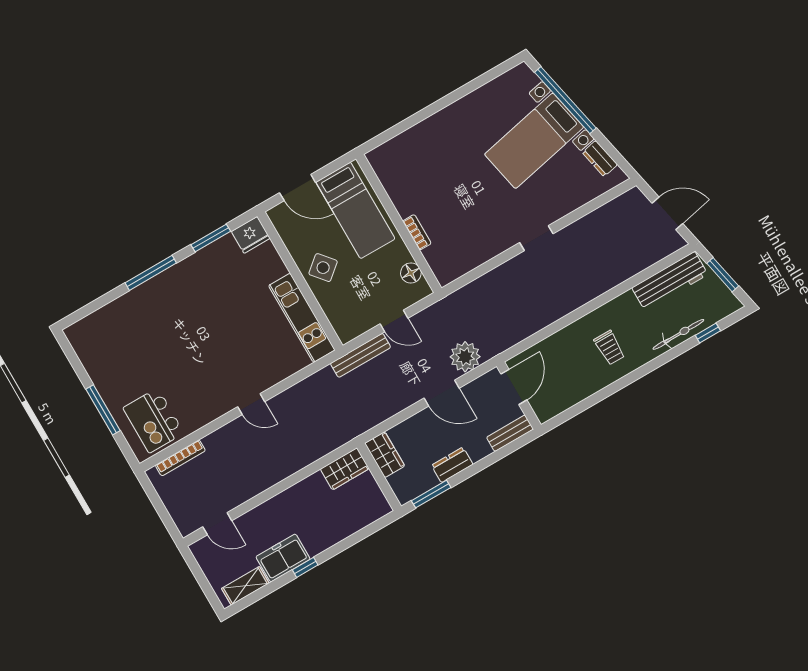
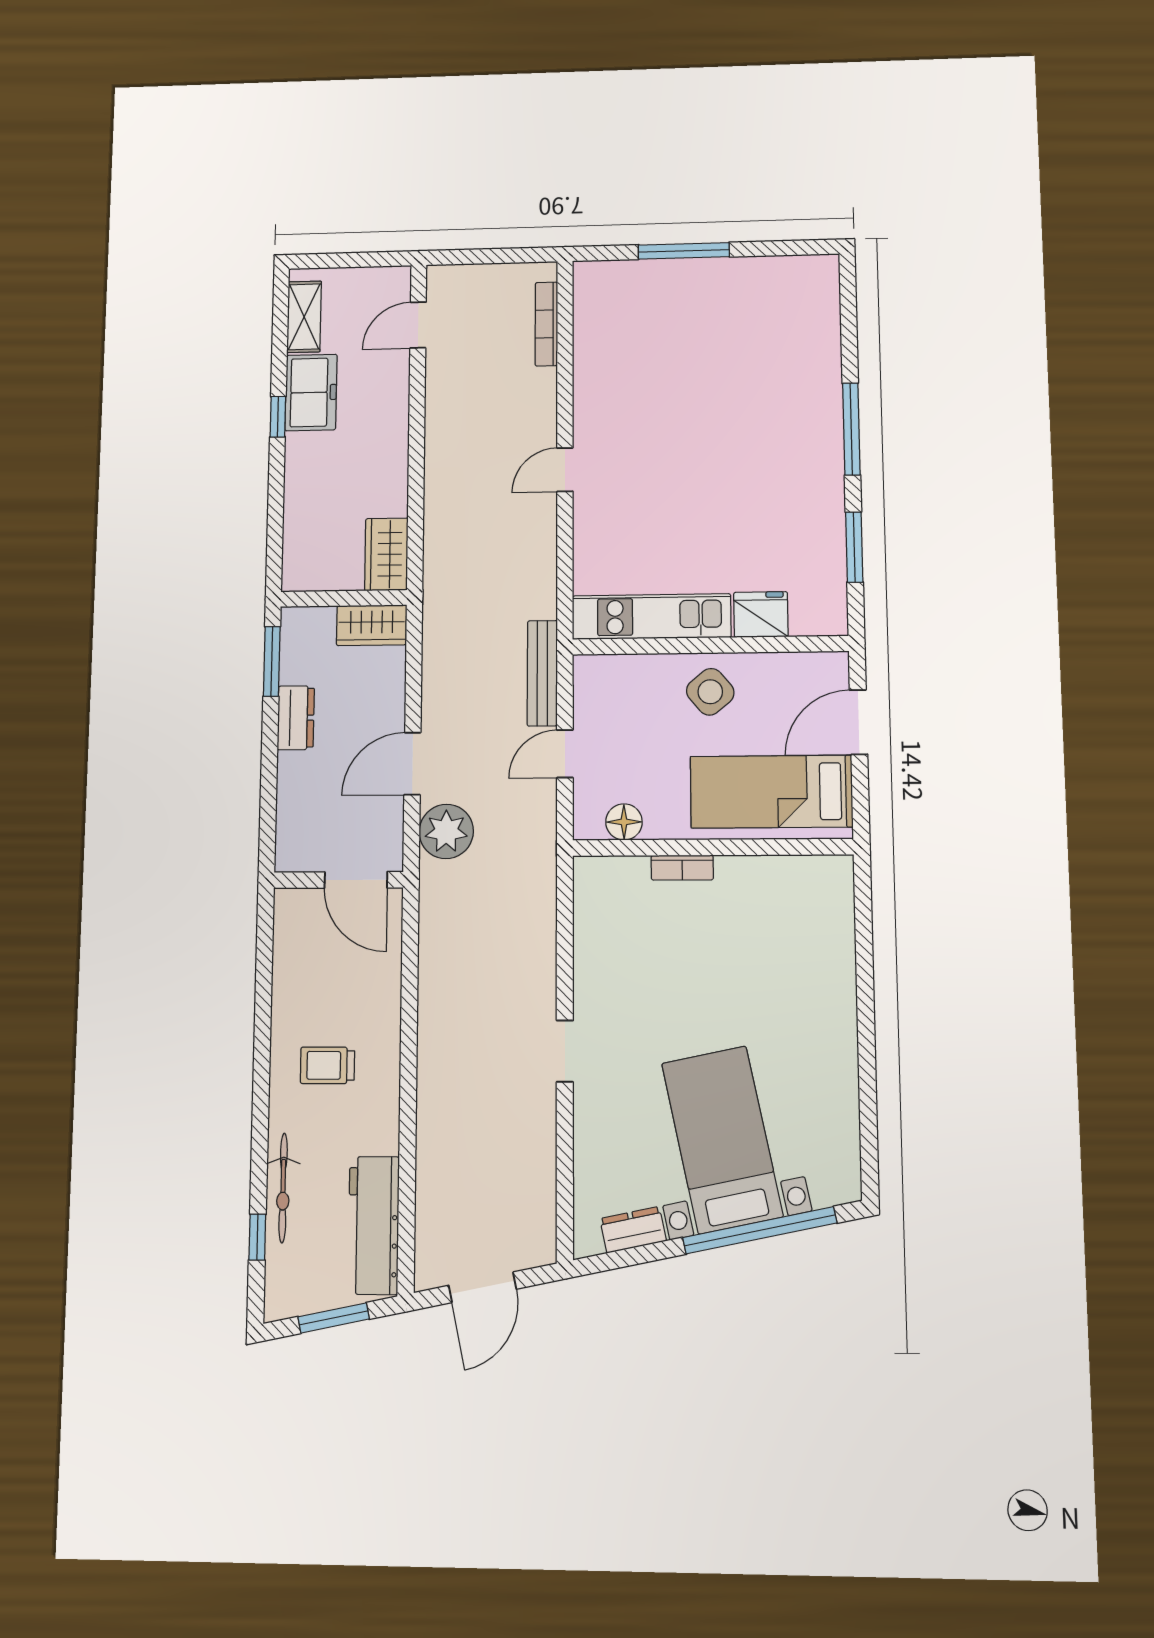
fridge: (251, 235) -> (761, 614), moved, turned 90
kitchen island: (154, 420) -> (625, 315), removed
bench: (510, 433) -> (290, 833), removed

